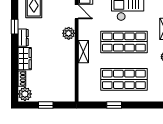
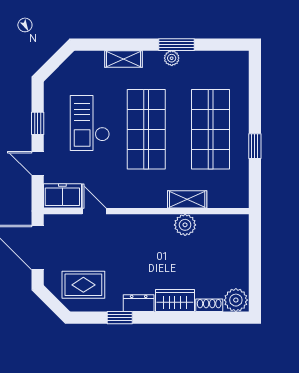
door: (77, 12) -> (94, 211), hinge flipped
plant: (69, 33) -> (185, 225), moved
shelving: (83, 52) -> (187, 199), moved
window: (46, 105) -> (255, 264), removed

